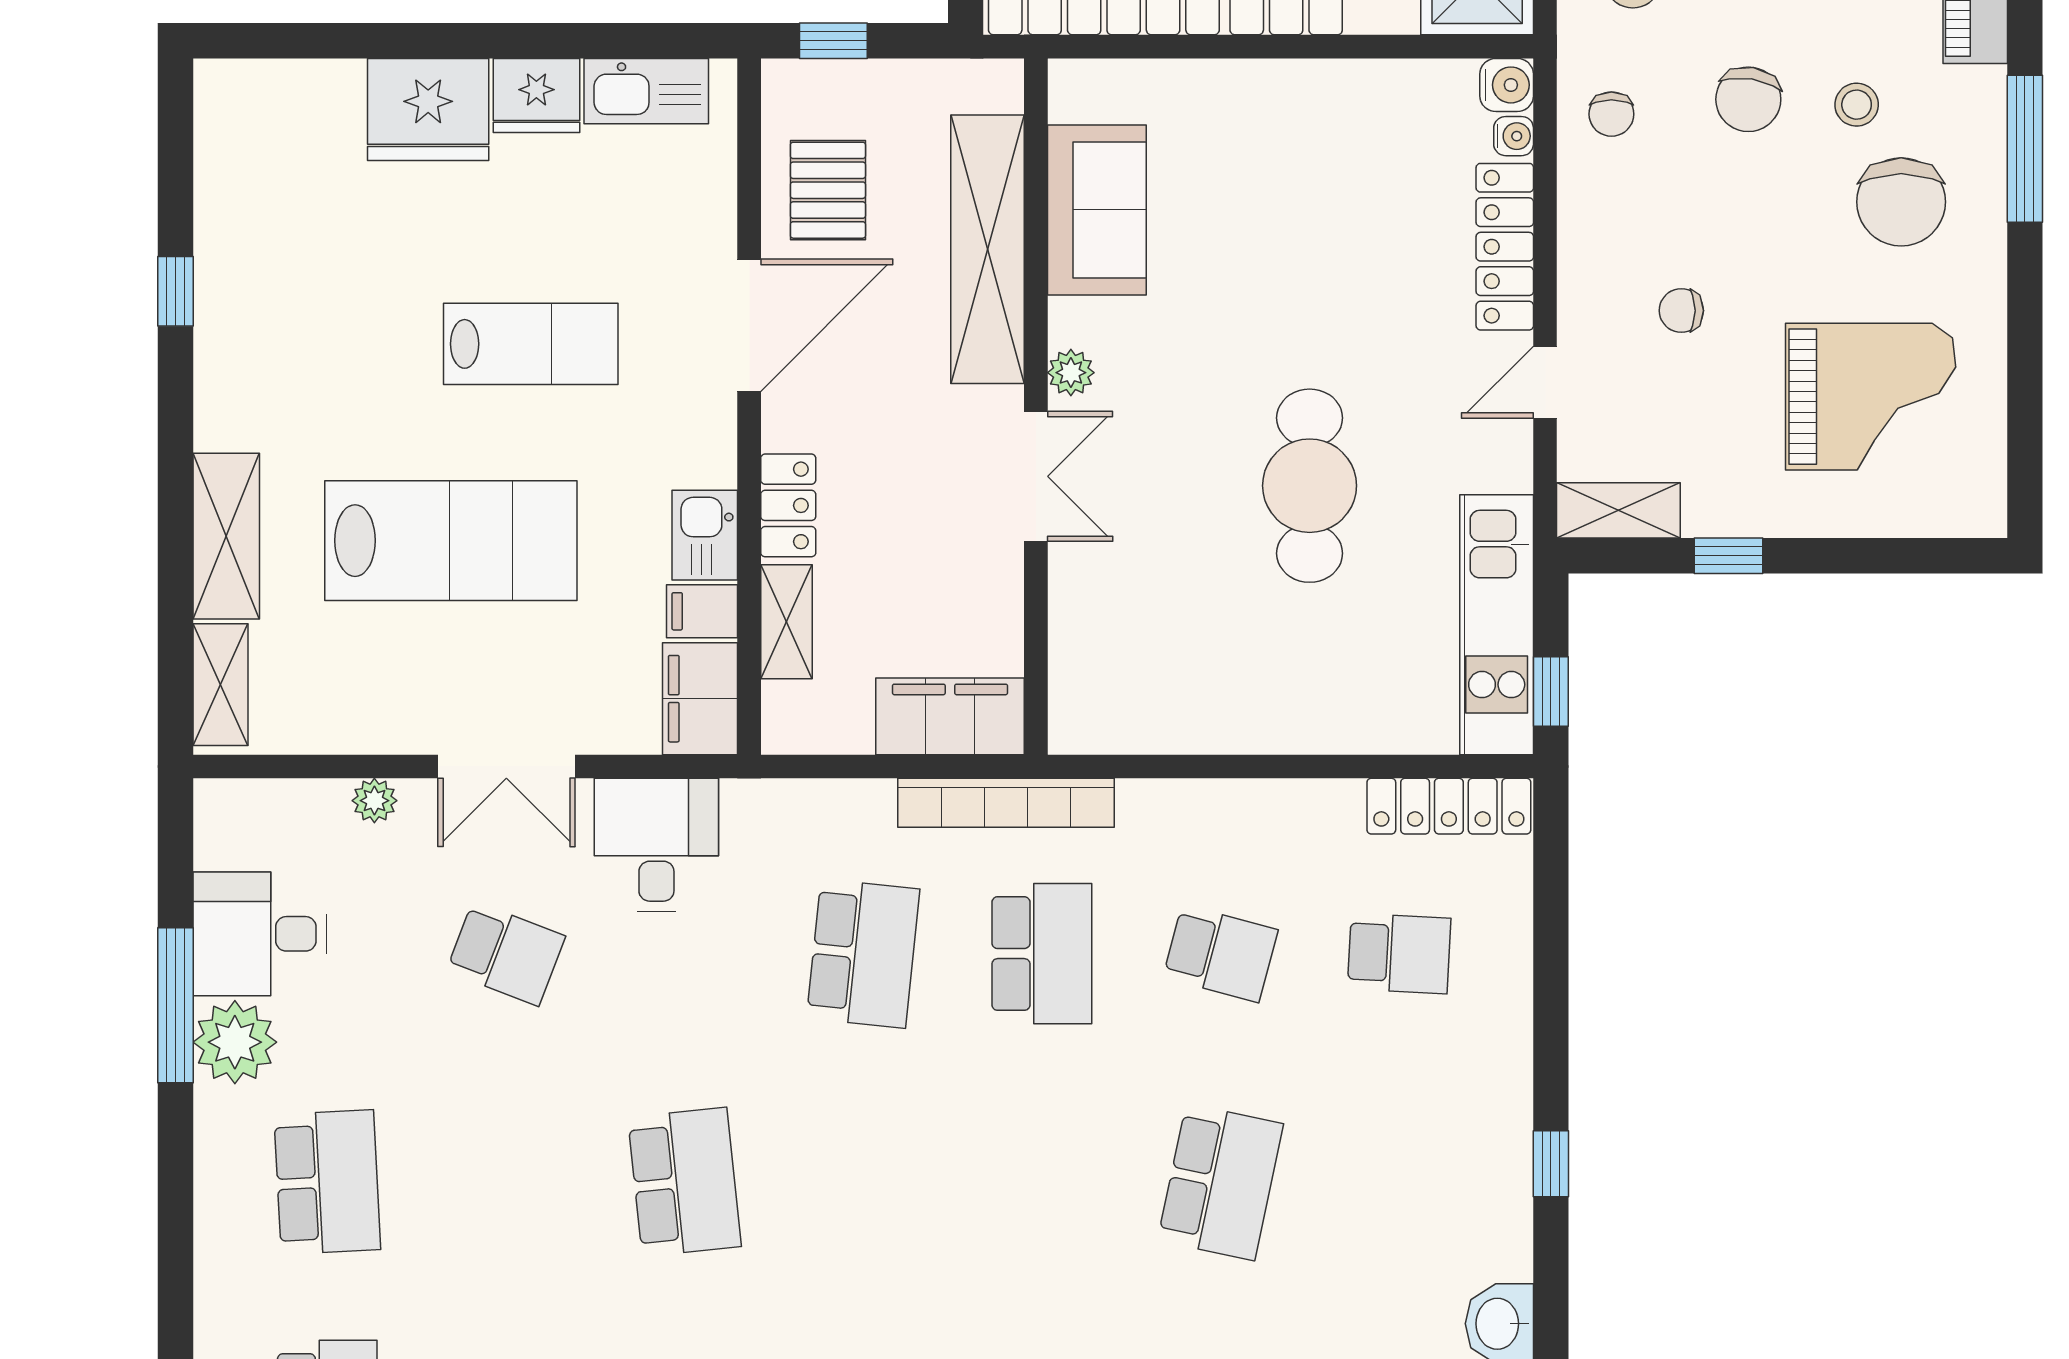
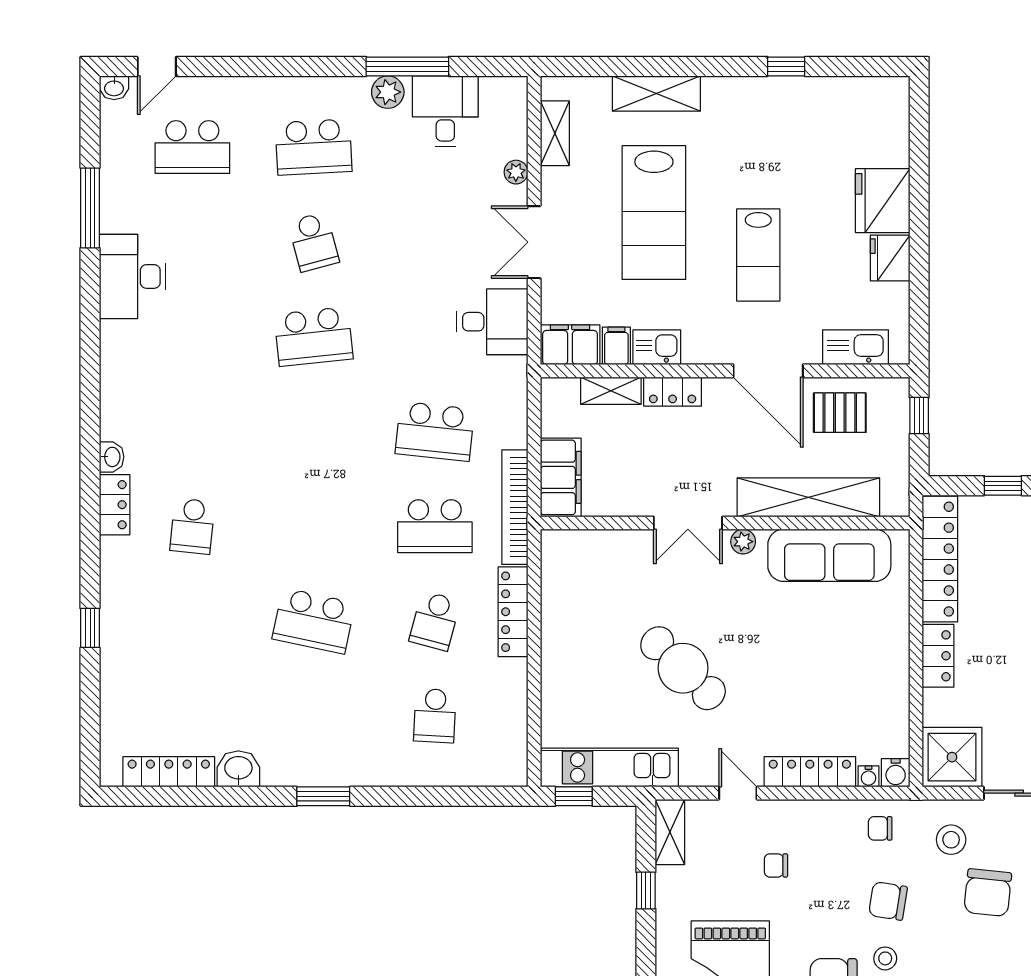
kitchen sink: (646, 91) -> (856, 347), moved, turned 90
sofa: (1097, 210) -> (829, 555), width x1.36
chair: (1681, 311) -> (776, 865), turned -90
cafe table: (1310, 486) -> (683, 668), turned 44
shelving: (220, 685) -> (555, 133), moved, turned 90
locker: (1449, 806) -> (513, 612), moved
school desk: (506, 954) -> (314, 242), moved, turned -36
plant: (235, 1042) -> (388, 92), width x0.73, depth x0.73
window: (1551, 1164) -> (323, 796), width x1.50

